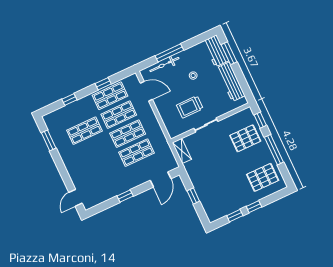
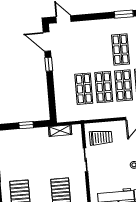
trolley: (190, 107) -> (101, 138), moved, turned 90
shelving: (182, 151) -> (60, 131), moved
door: (161, 179) -> (47, 42), moved

